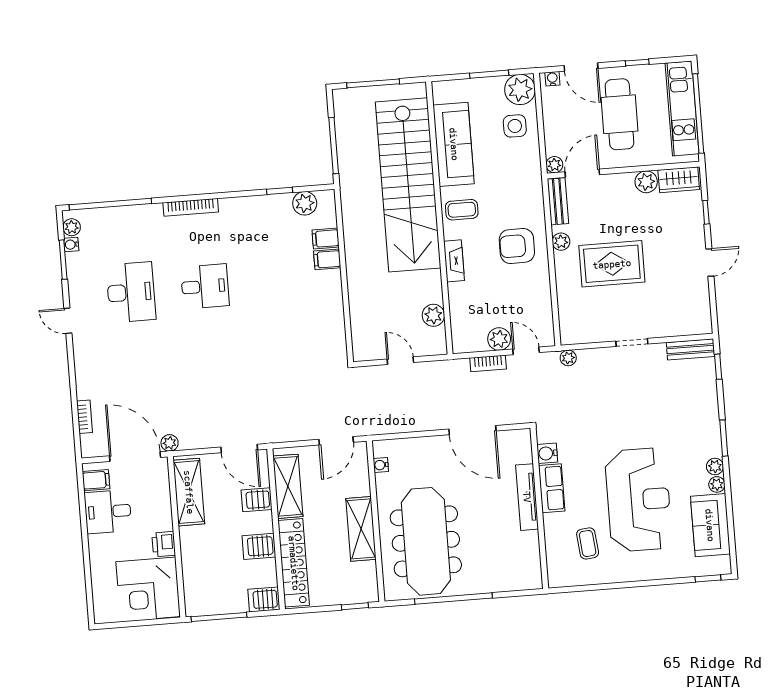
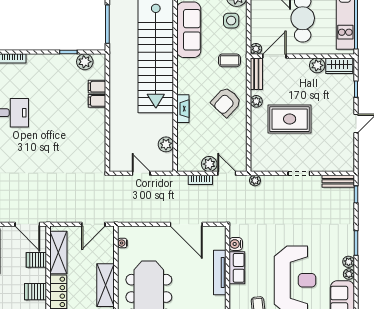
coffee table: (462, 210) -> (229, 60), moved
armchair: (517, 246) -> (226, 102), turned -47

